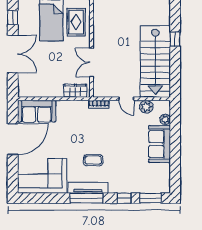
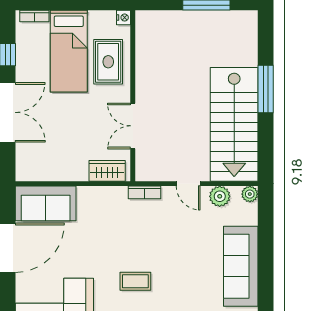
window: (175, 39) -> (266, 89), width x2.17
plant: (165, 119) -> (250, 194), moved
sofa: (159, 144) -> (241, 266), width x1.36

